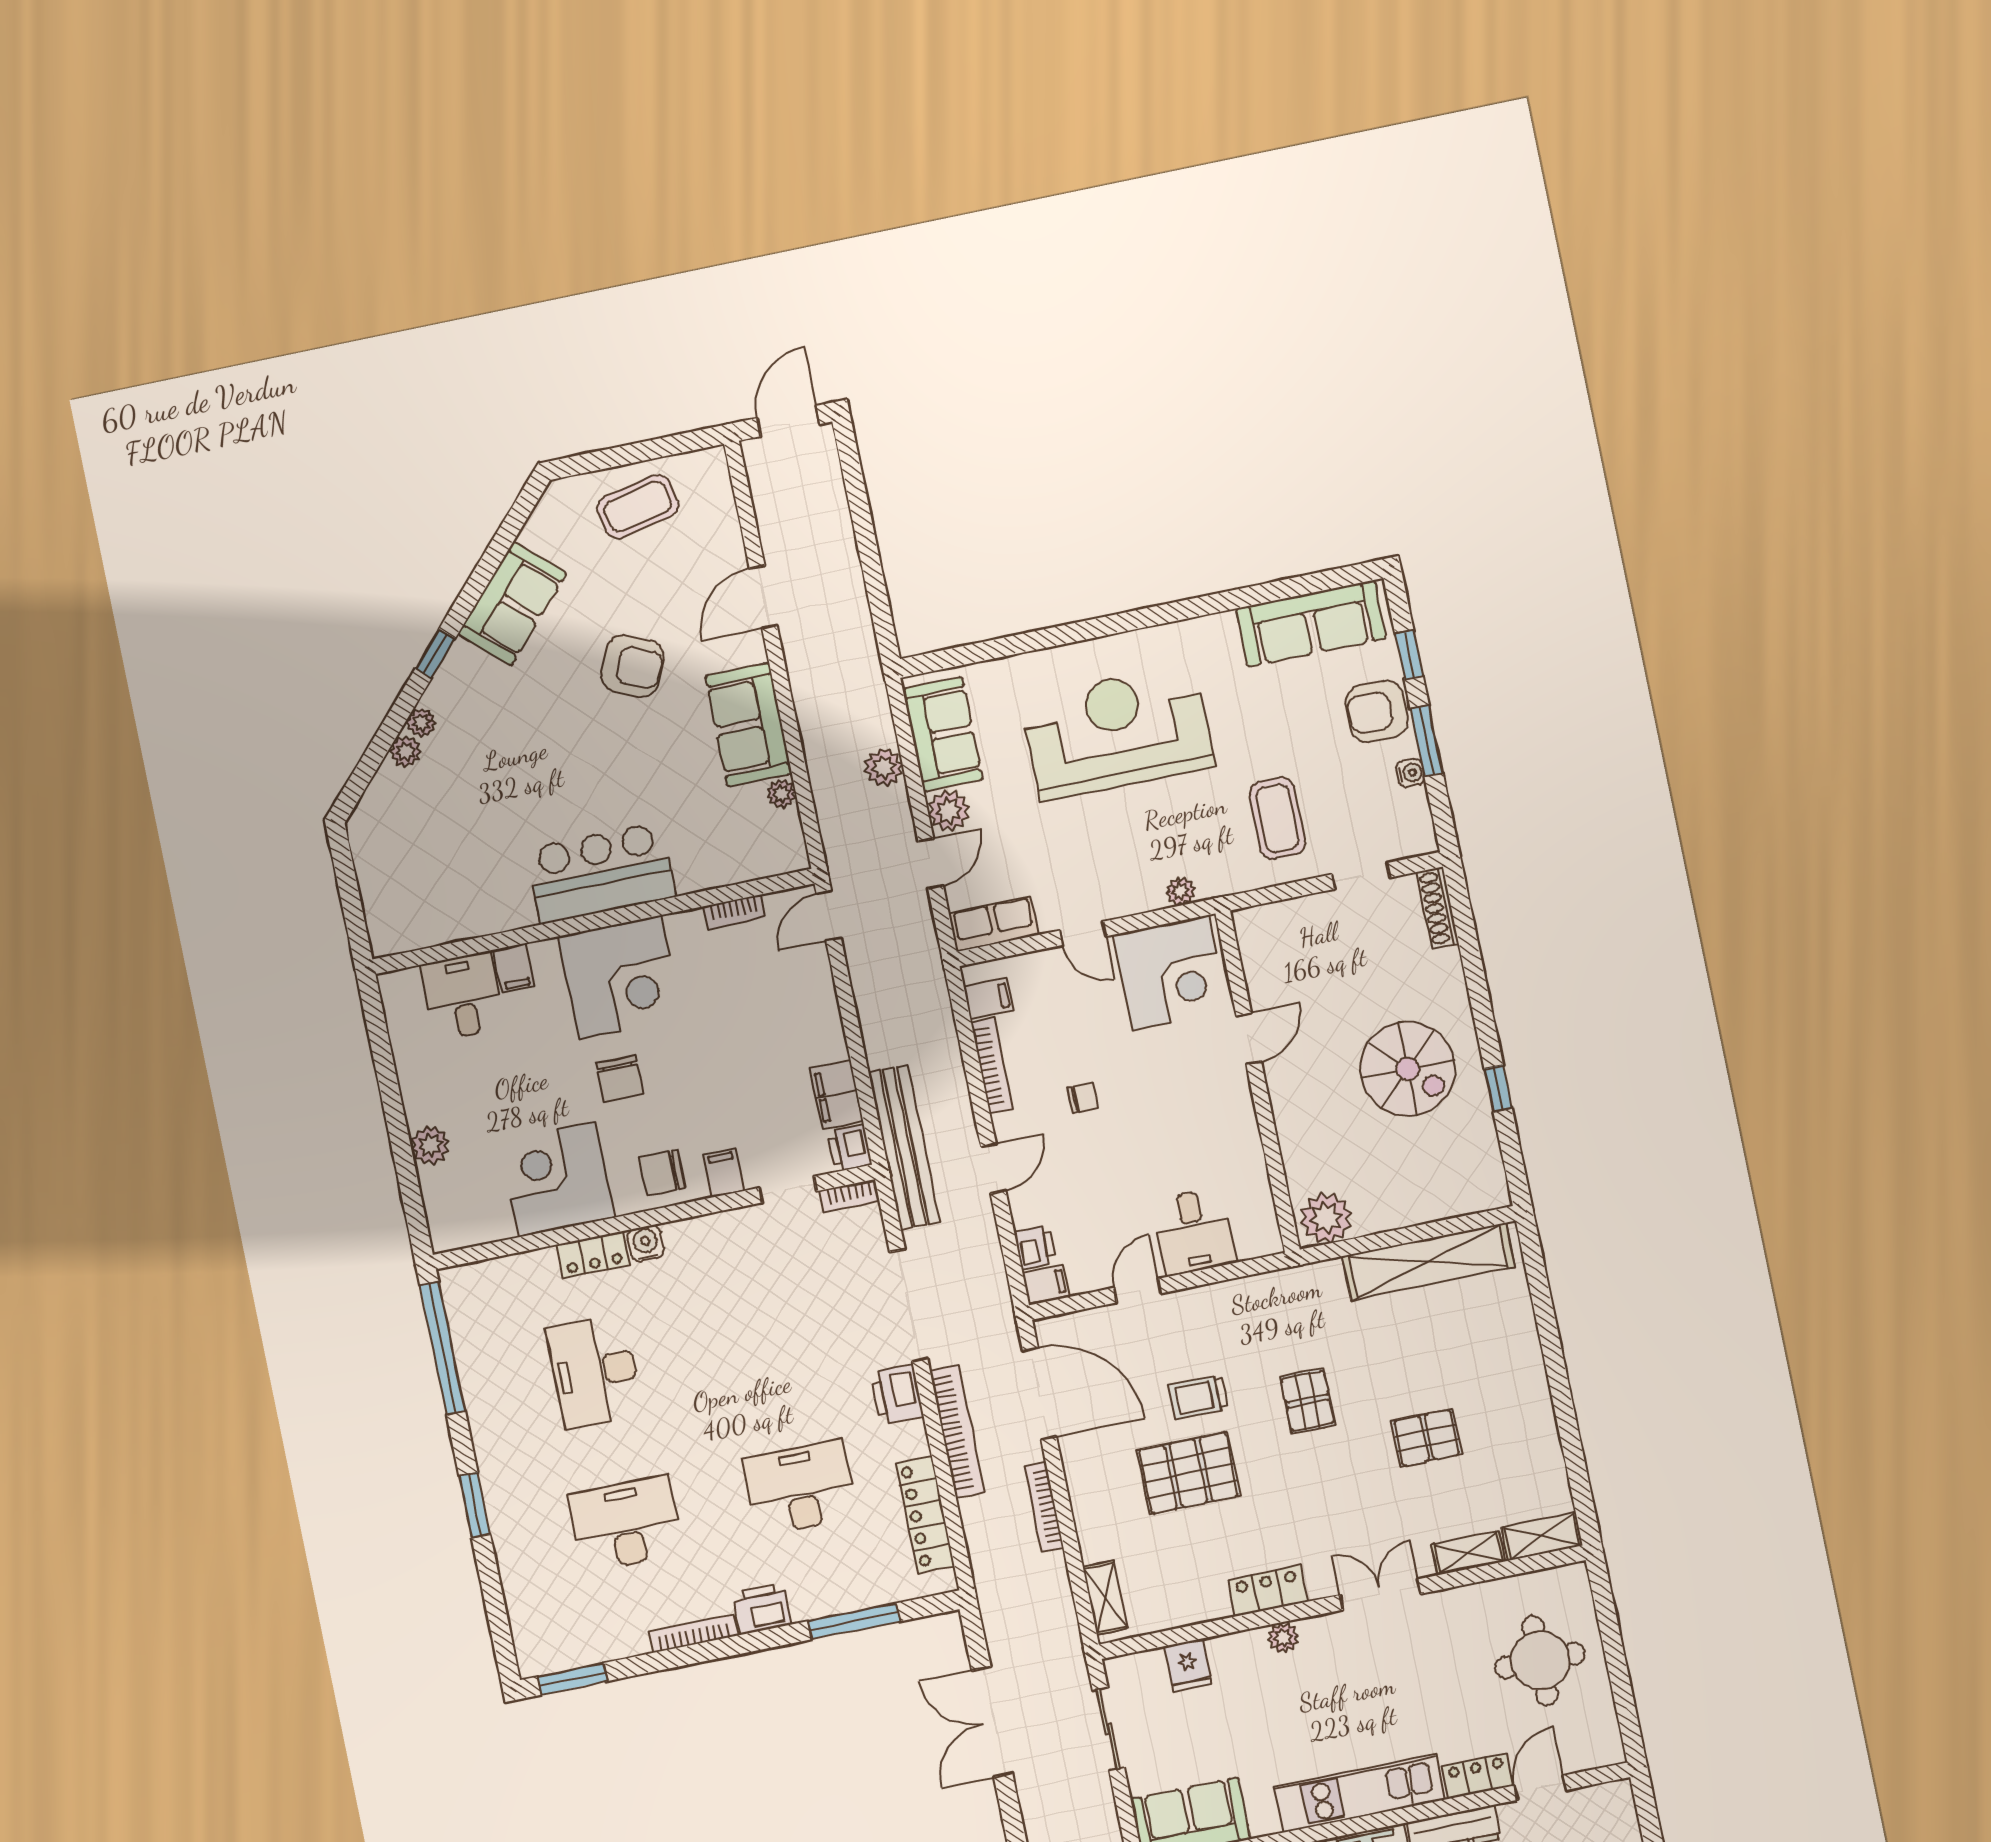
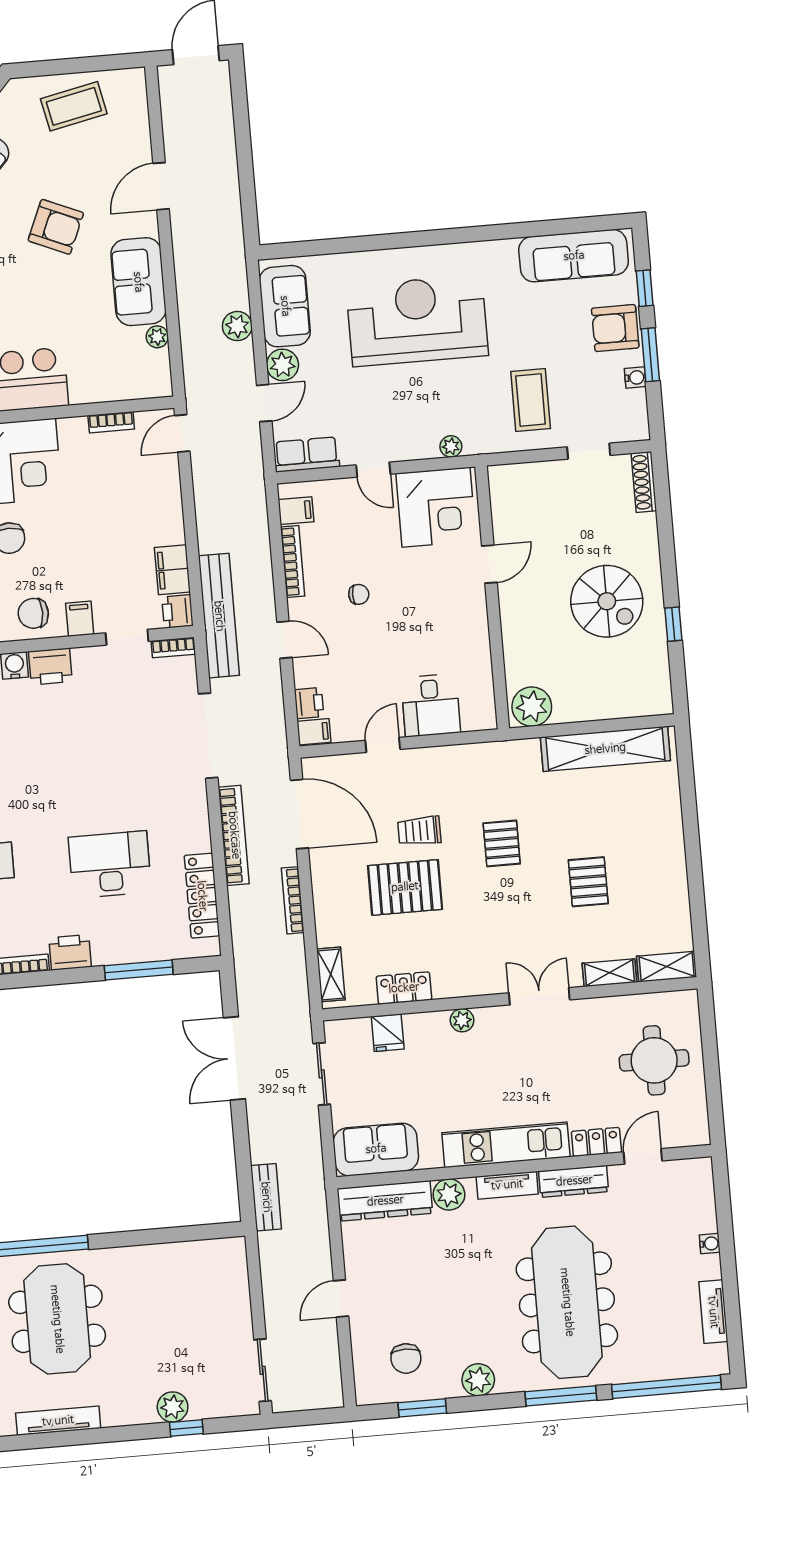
door: (993, 1169) -> (284, 640), hinge flipped
printer: (897, 1395) -> (50, 666), moved, turned -90
pallet: (1427, 1438) -> (588, 882), turned 90
locker: (1268, 1591) -> (404, 988), moved

